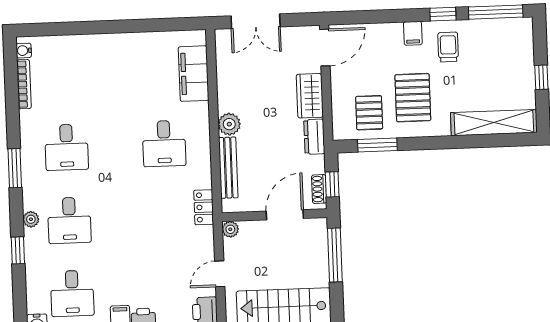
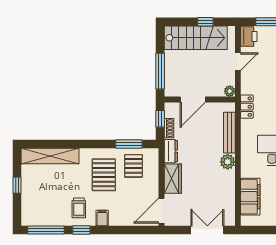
shoe rack: (319, 189) -> (169, 128), moved

